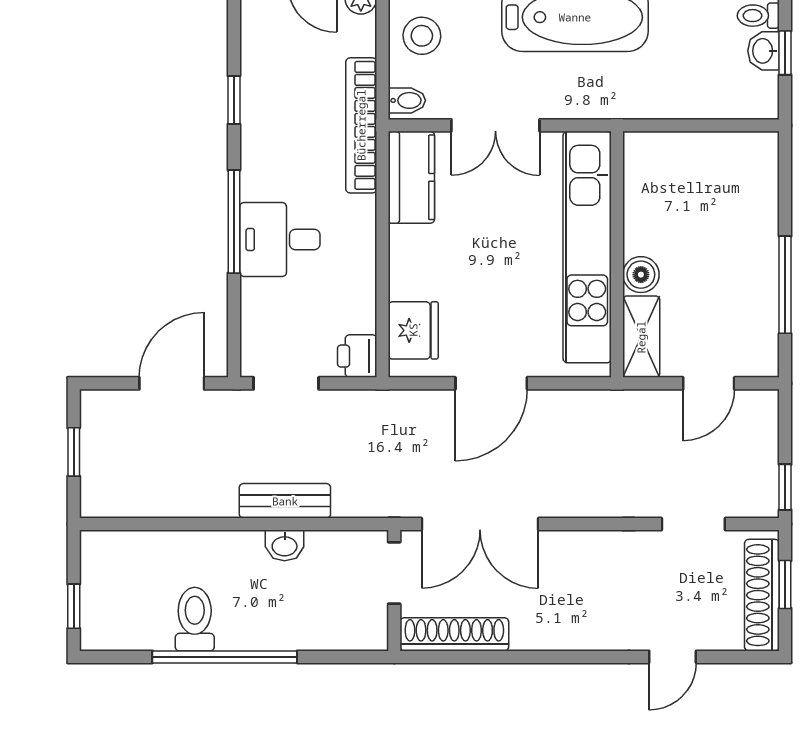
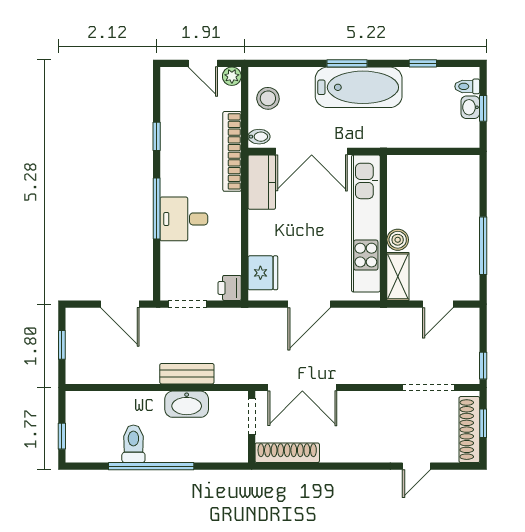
double door: (495, 125) -> (312, 151), width x1.37
door: (172, 383) -> (120, 304), swing flipped
doorway: (693, 524) -> (429, 387), width x1.38
washbasin: (285, 545) -> (187, 404), width x1.91, depth x1.45

